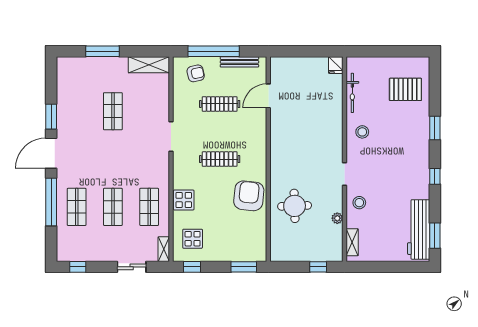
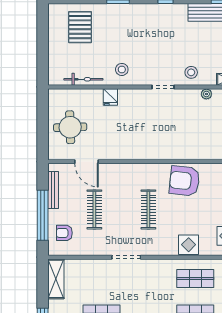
fridge: (336, 65) -> (110, 97), moved, turned 90
armchair: (196, 73) -> (64, 233), turned -78
round table: (295, 206) -> (70, 127), moved

